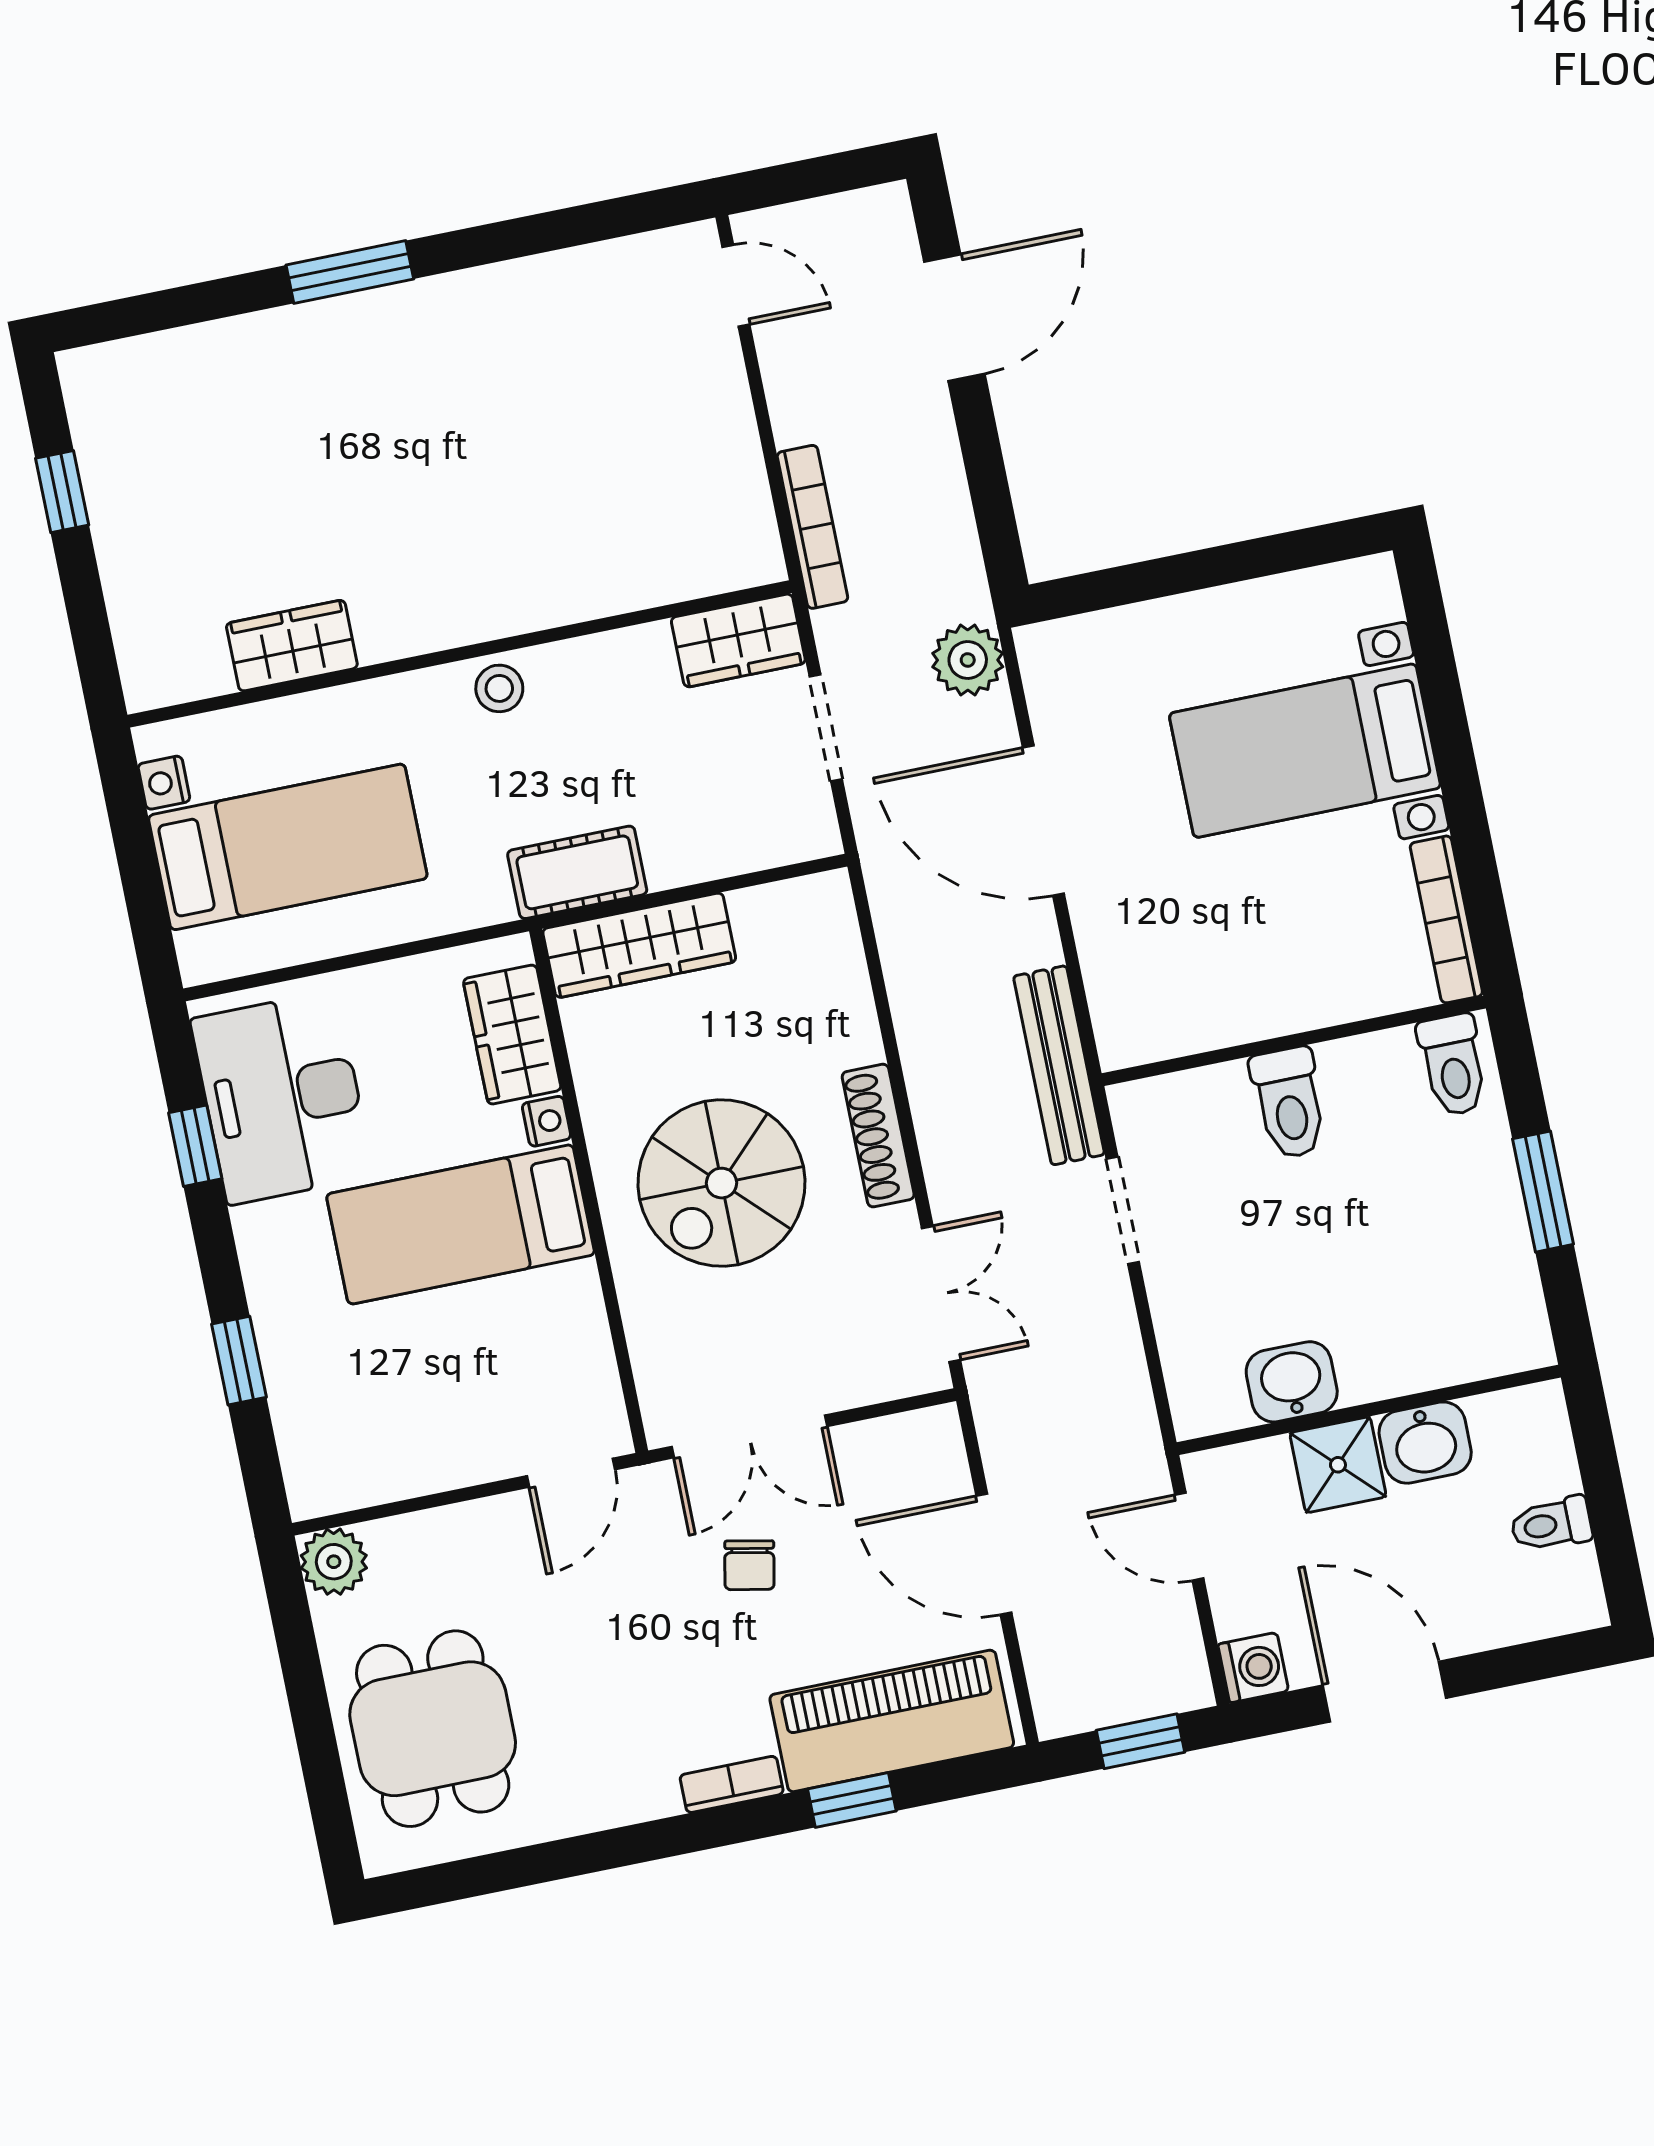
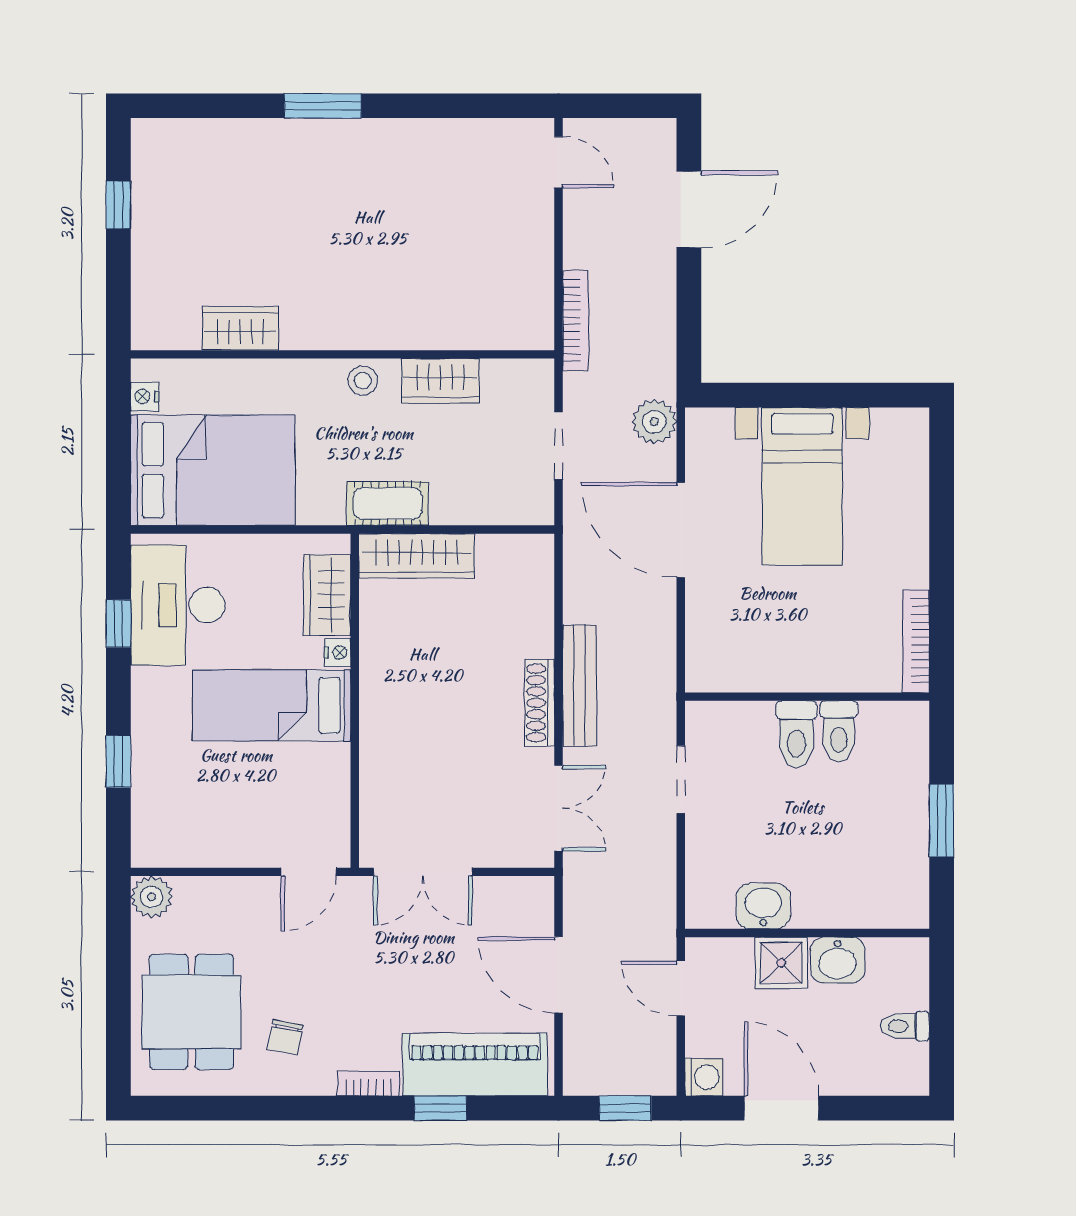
wardrobe: (738, 640) -> (440, 381), moved
bed with nightstands: (1305, 751) -> (802, 486), moved, turned -90
bed: (288, 847) -> (213, 470), width x1.50
bench: (1059, 1065) -> (580, 685), moved
toilet: (1453, 1065) -> (839, 731), moved
spiral stairs: (721, 1183) -> (437, 713), removed
chair: (749, 1565) -> (285, 1037), moved

